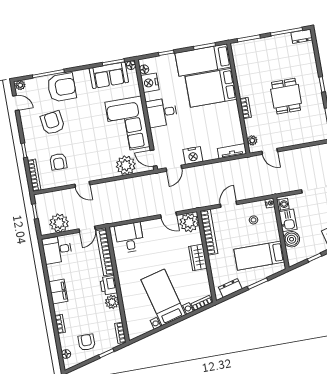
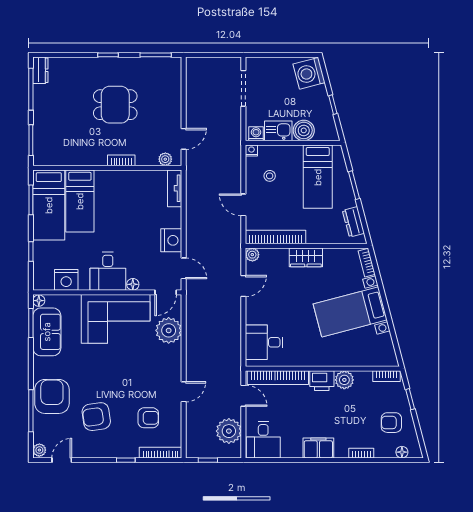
floor lamp: (144, 69) -> (133, 284), moved
bed: (211, 88) -> (80, 201), width x0.67
plant: (189, 223) -> (252, 255), width x0.53, depth x0.53

